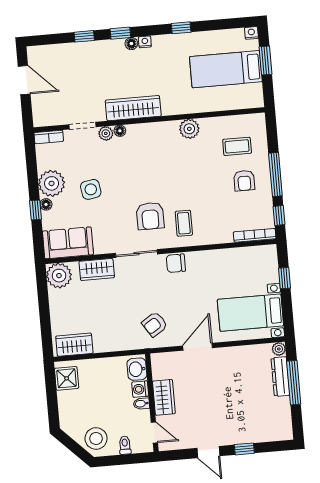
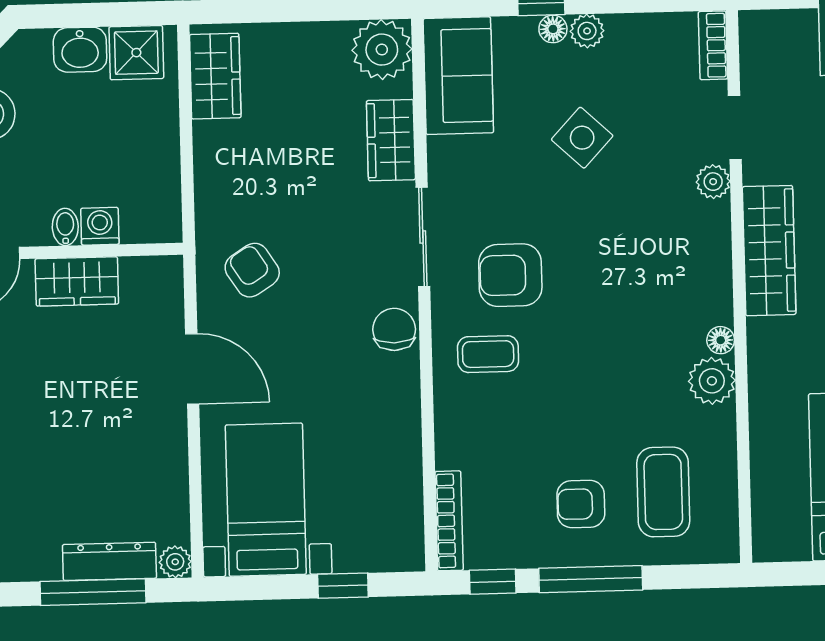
floor lamp: (120, 131) -> (721, 340), moved
coffee table: (237, 146) -> (663, 492), width x1.36, depth x1.30
plant: (52, 183) -> (587, 31), width x0.53, depth x0.53
side table: (91, 189) -> (582, 138), turned -38
washbasin: (137, 369) -> (80, 50), moved, turned 180

